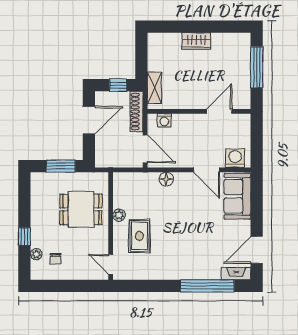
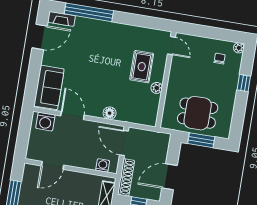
dining table: (81, 209) -> (198, 113), moved
plant: (36, 254) -> (239, 48), moved

